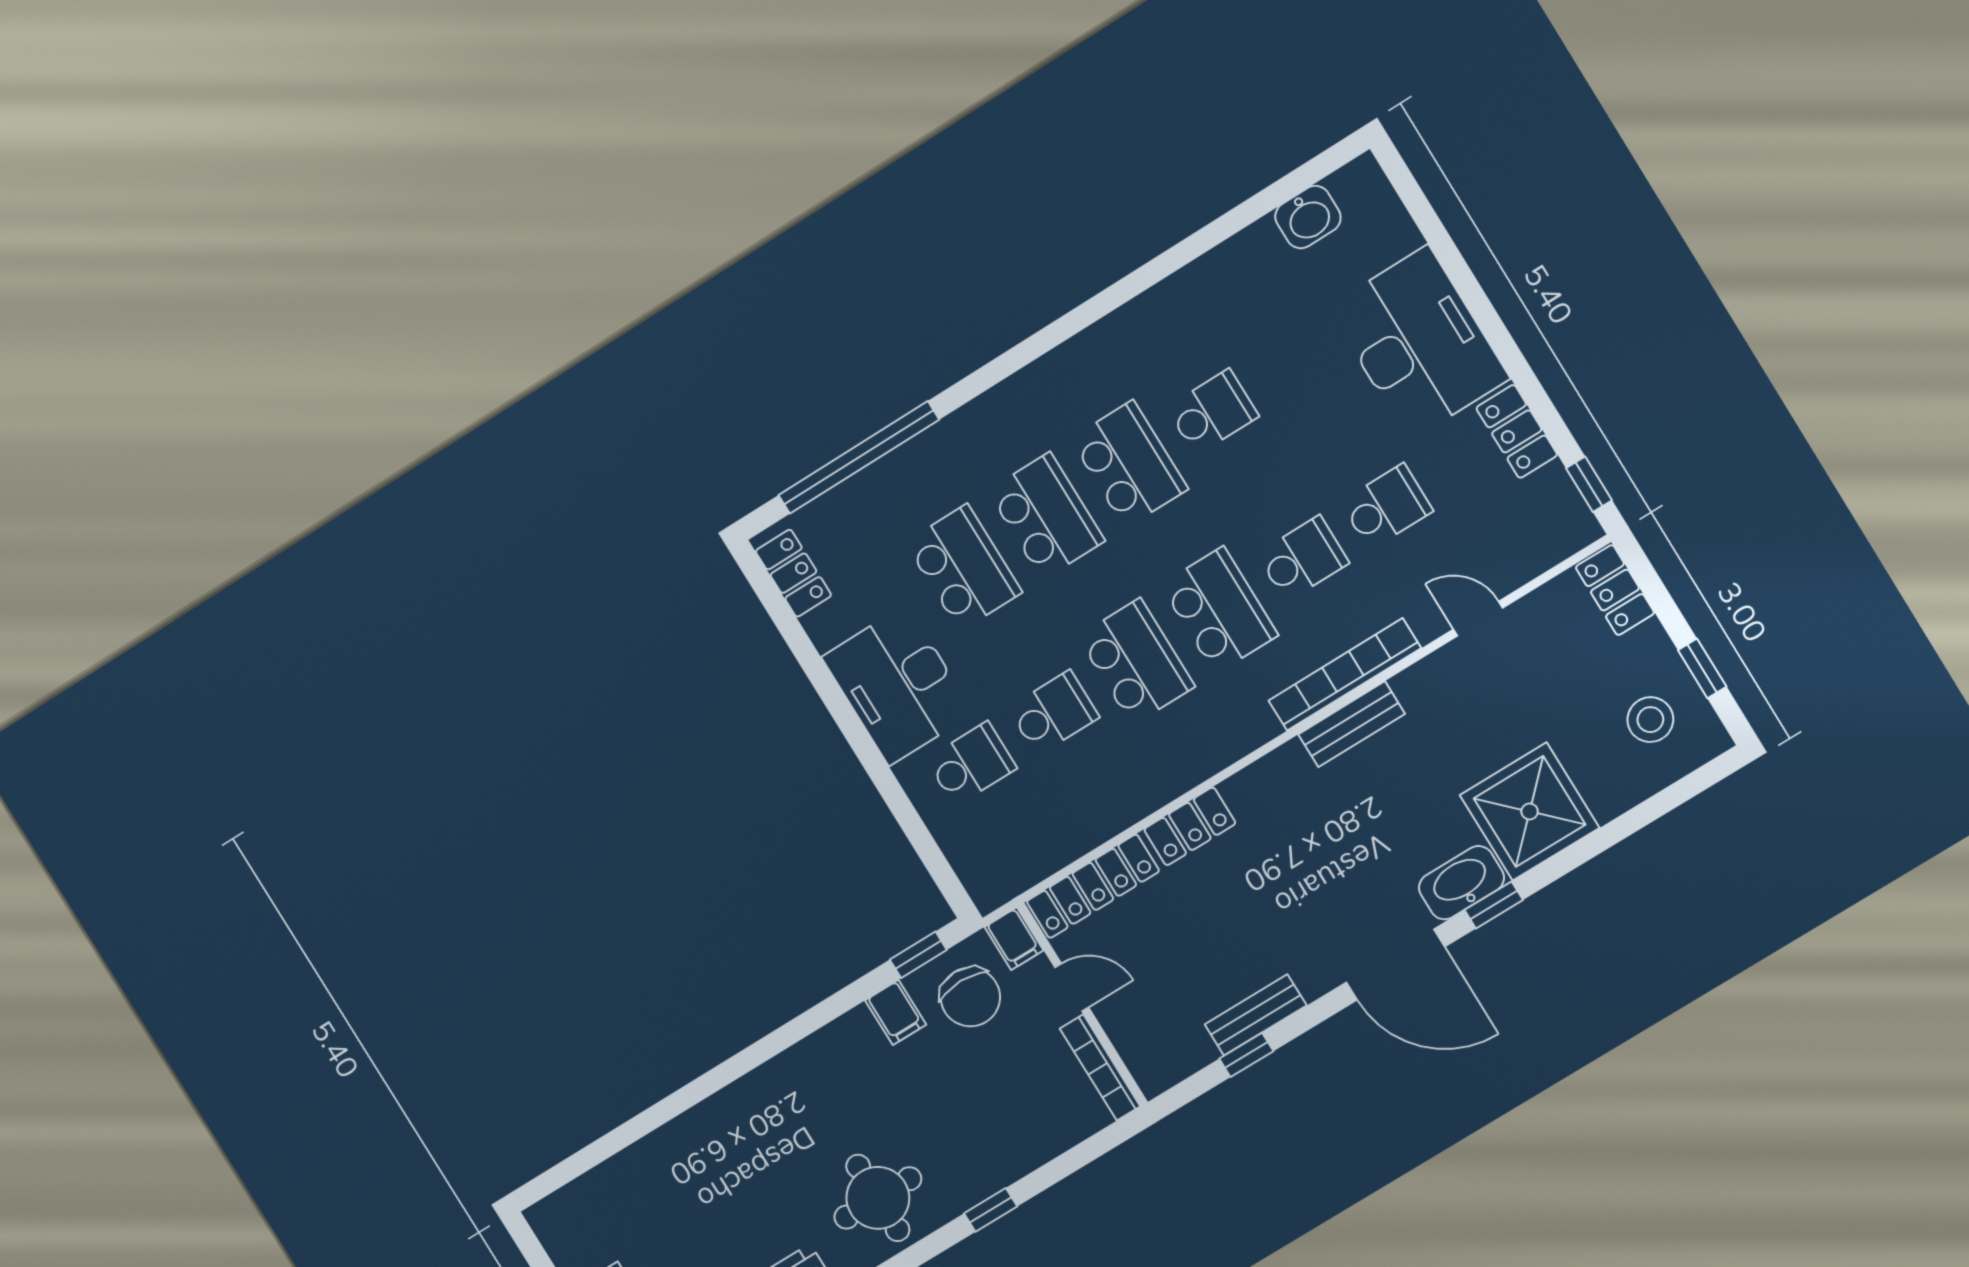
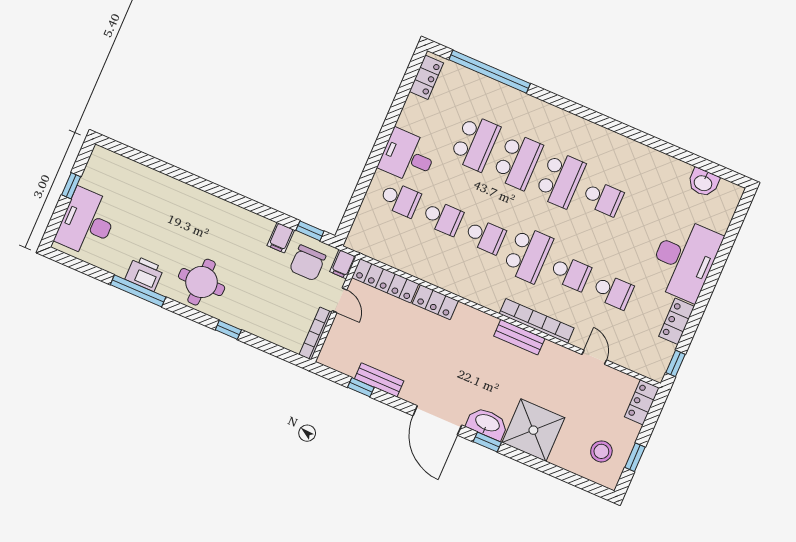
school desk: (1136, 662) -> (485, 236), width x0.54
desk: (898, 685) -> (408, 157), width x0.73

